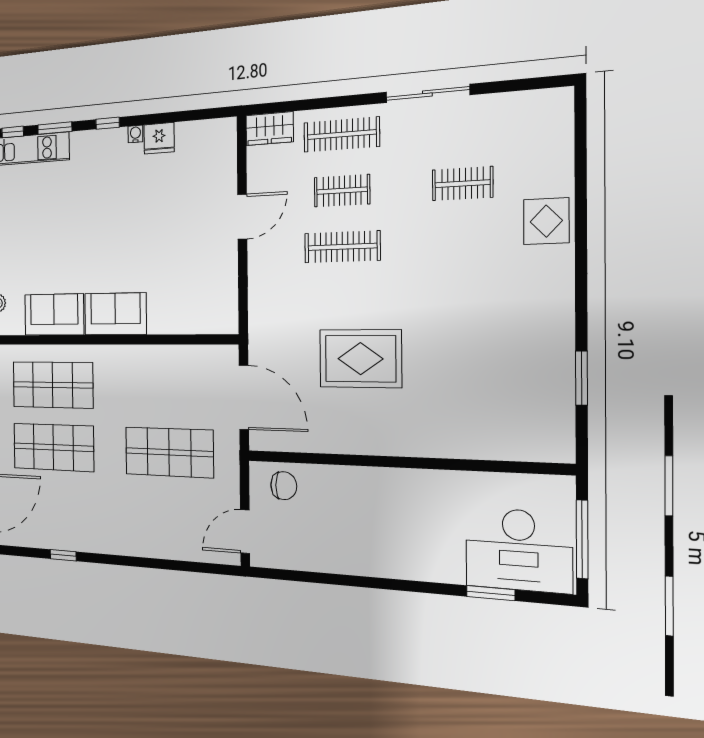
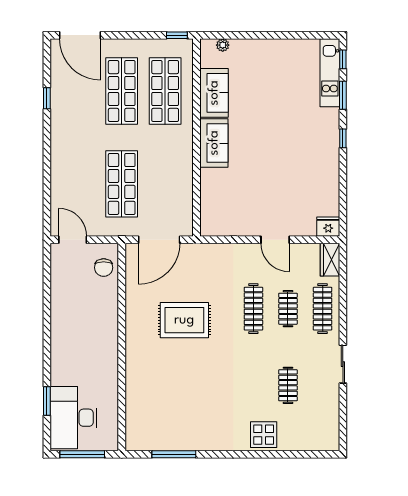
sliding door: (427, 93) -> (343, 364), width x0.73
water cooler: (135, 134) -> (334, 160), removed
fridge: (159, 138) -> (328, 227), moved, turned 90
rug: (360, 359) -> (184, 320), turned 90
window: (581, 378) -> (174, 454), width x1.44

